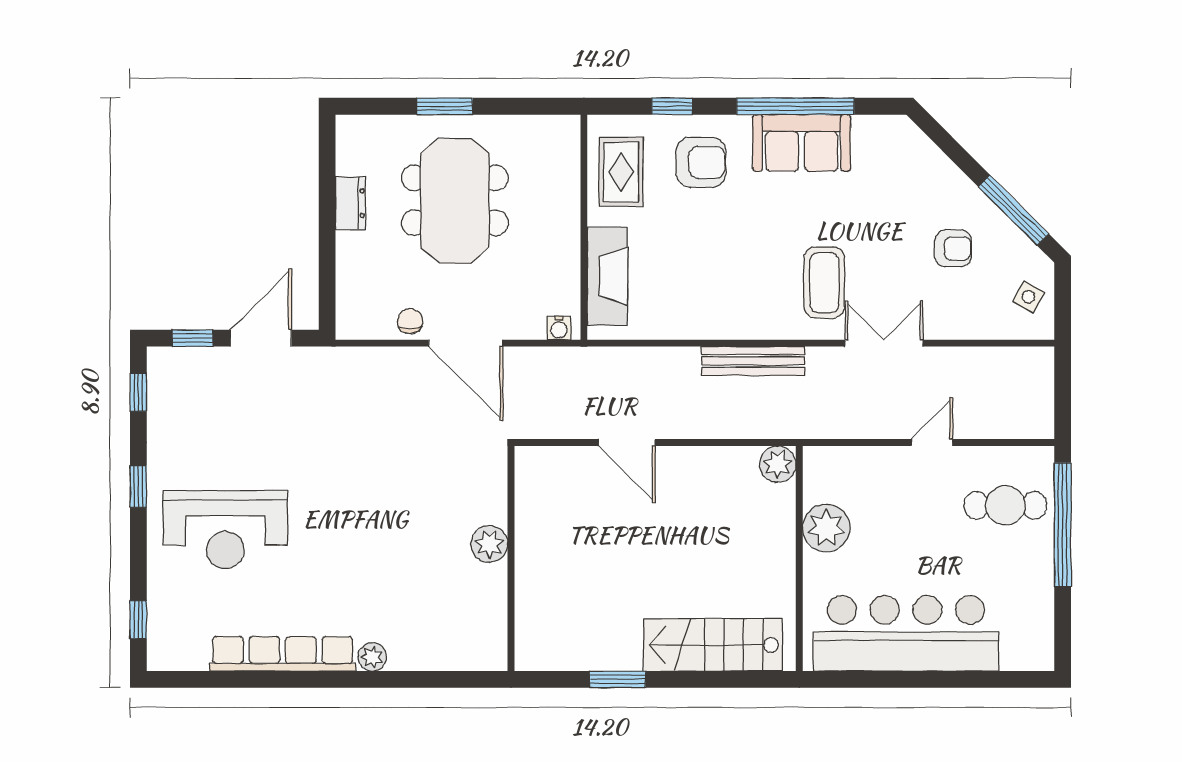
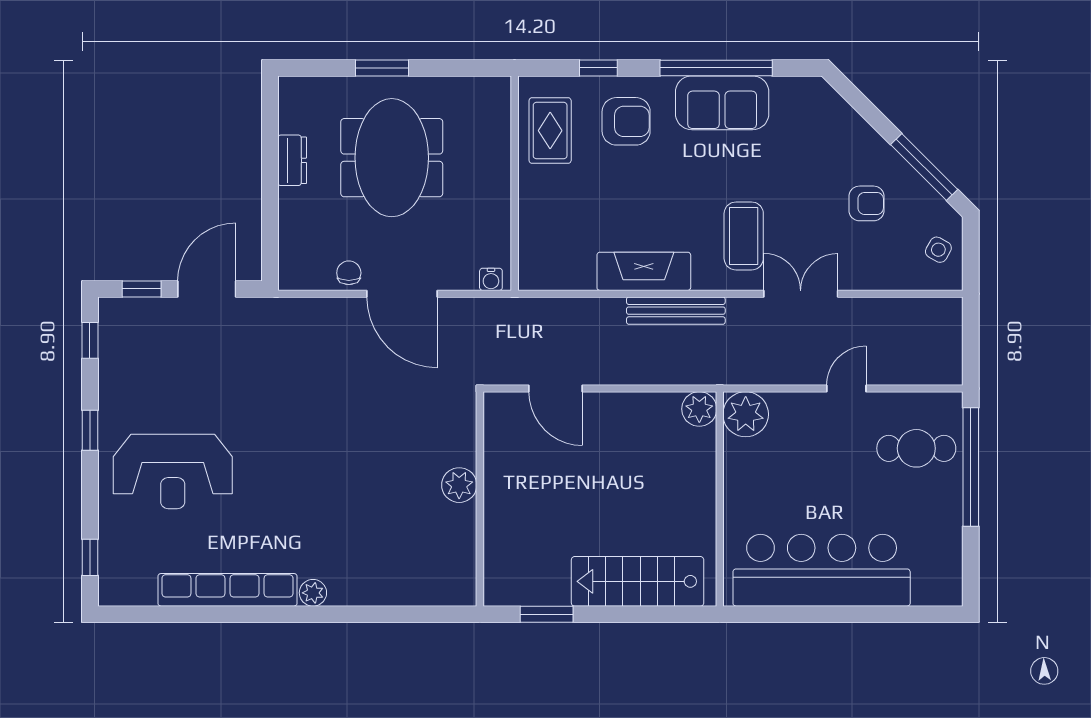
fireplace: (607, 276) -> (644, 271), moved, turned -90
plant: (826, 528) -> (746, 414), moved
plant: (489, 544) -> (459, 485), moved
wall: (511, 558) -> (480, 499), moved

